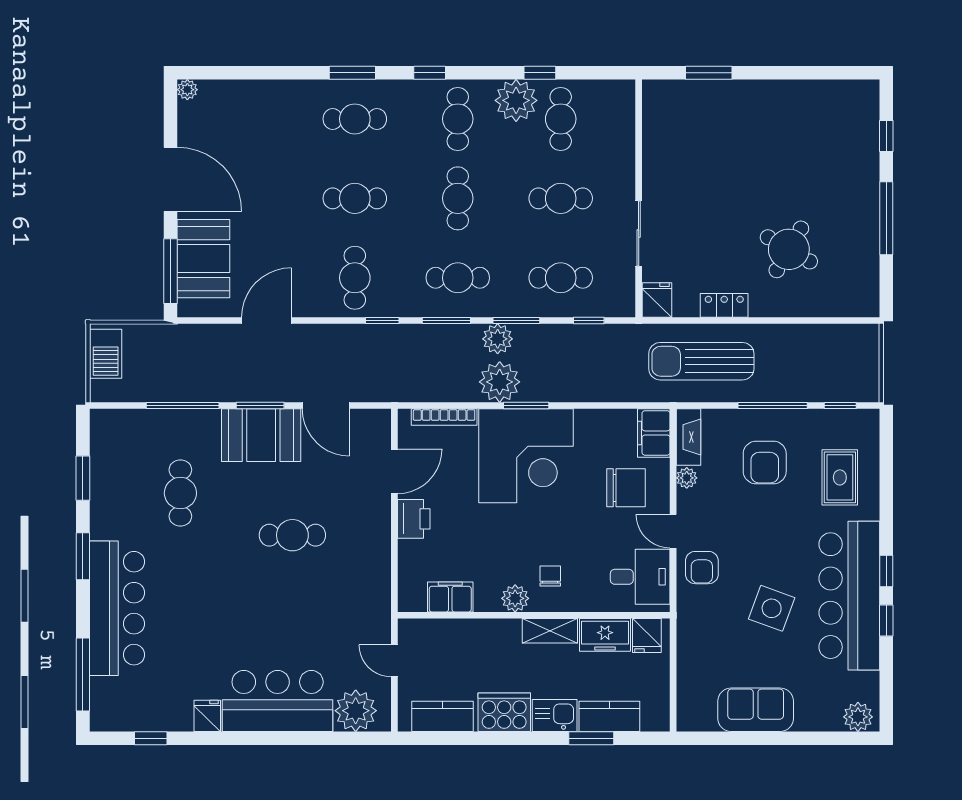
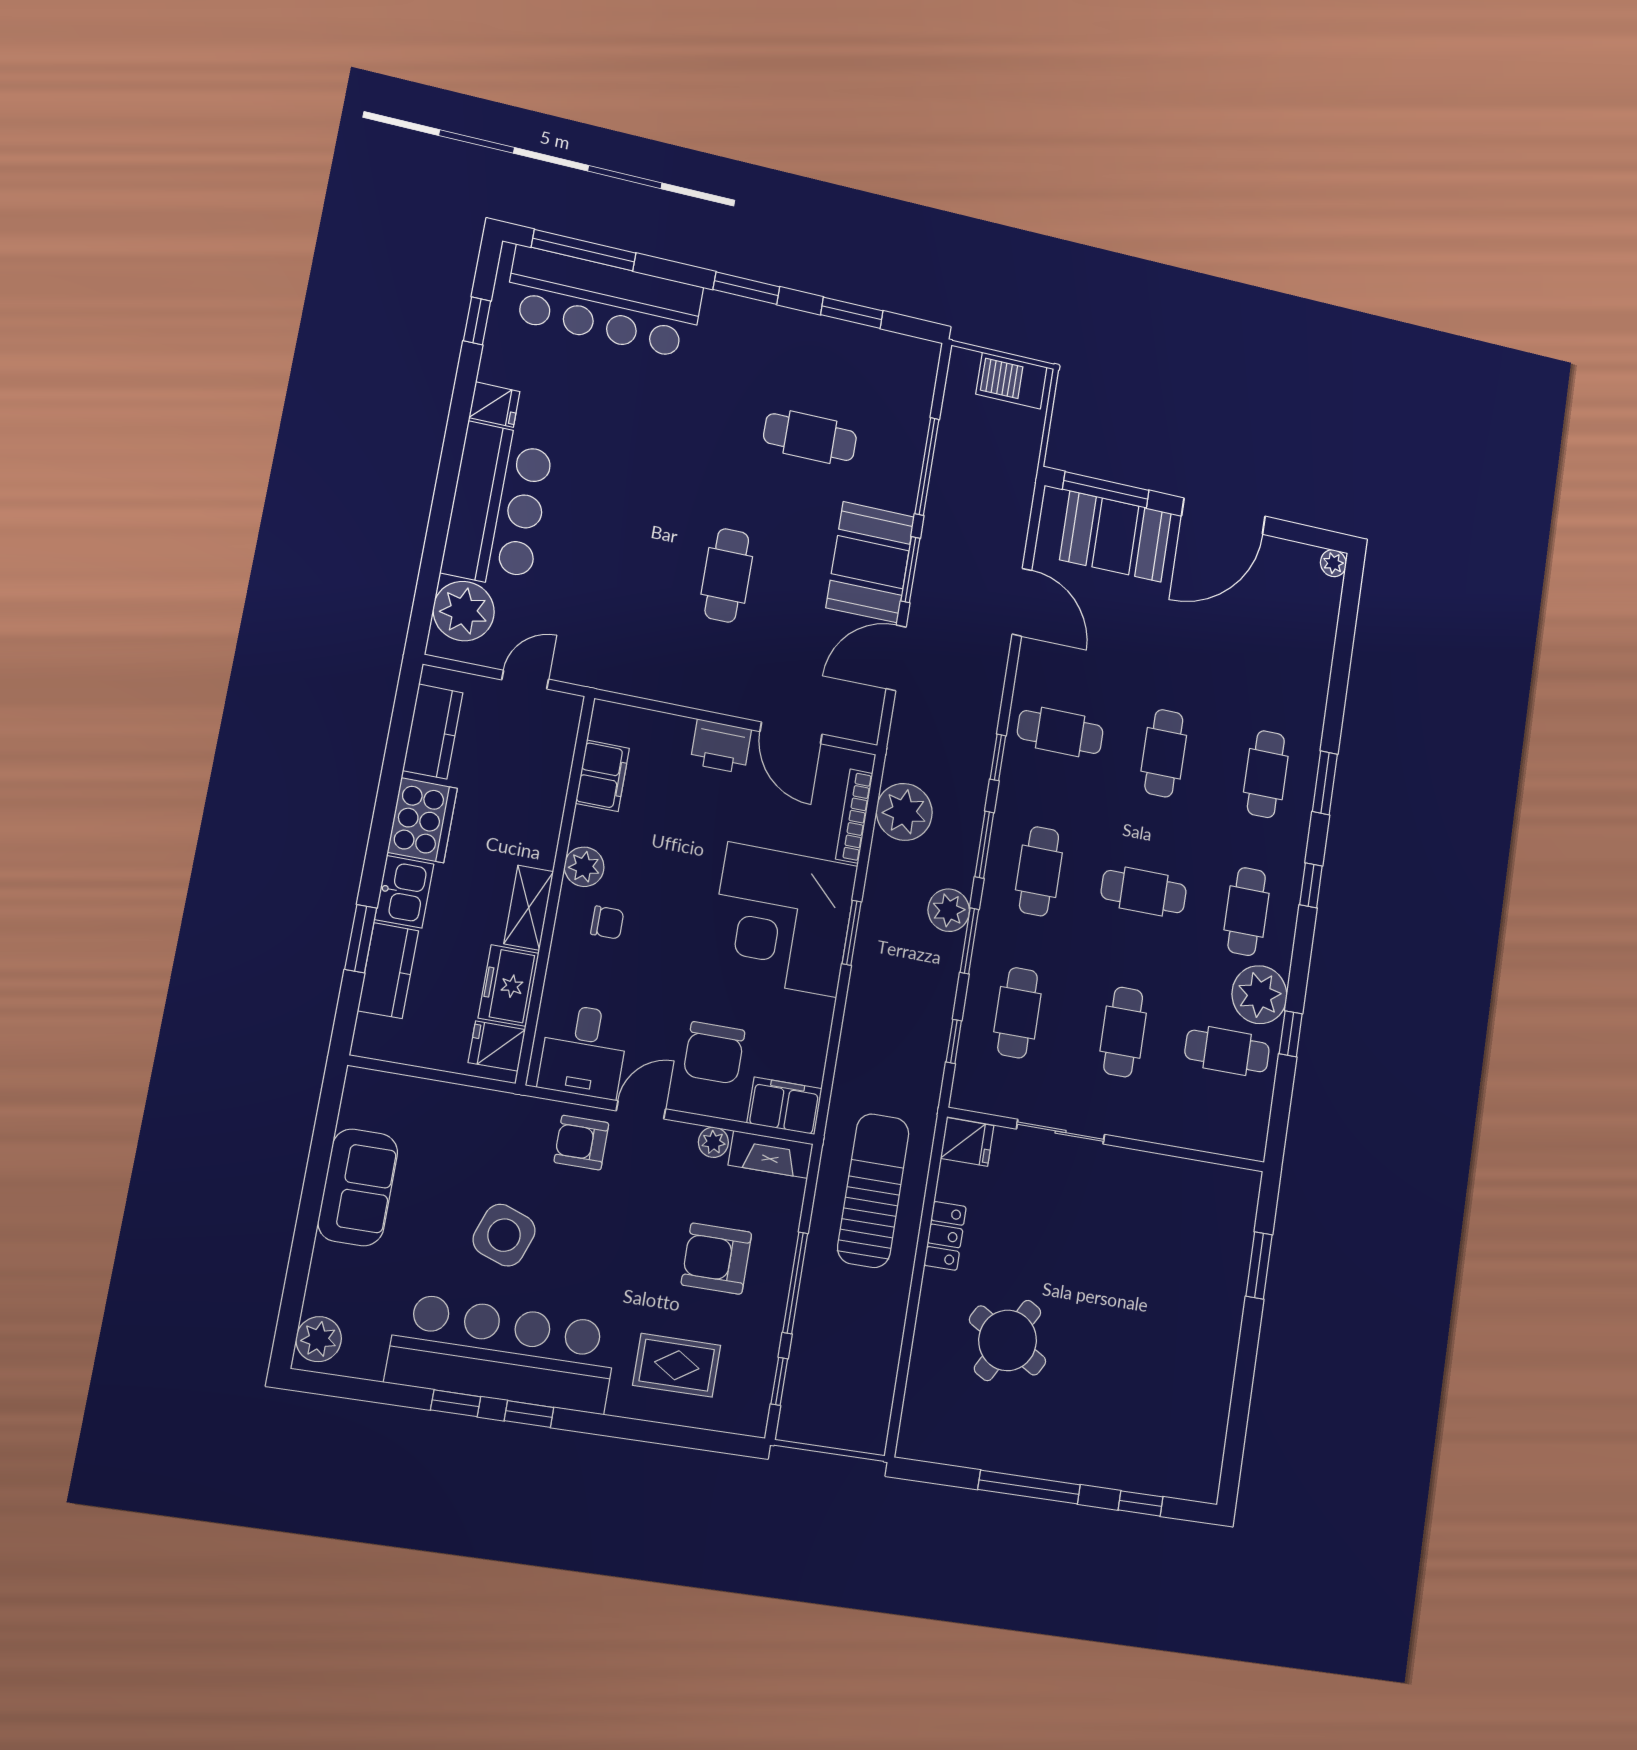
cafe table: (458, 119) -> (1247, 912), turned 90
plant: (500, 382) -> (904, 812), moved
bar counter: (117, 608) -> (604, 302), moved

